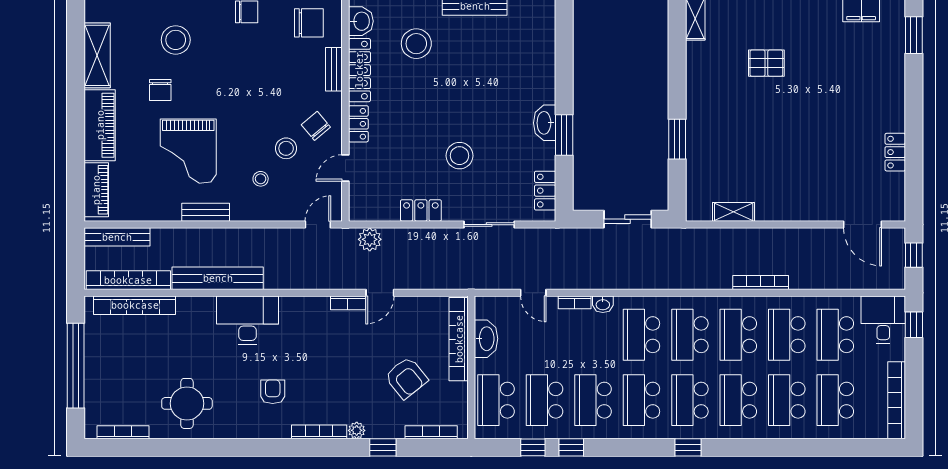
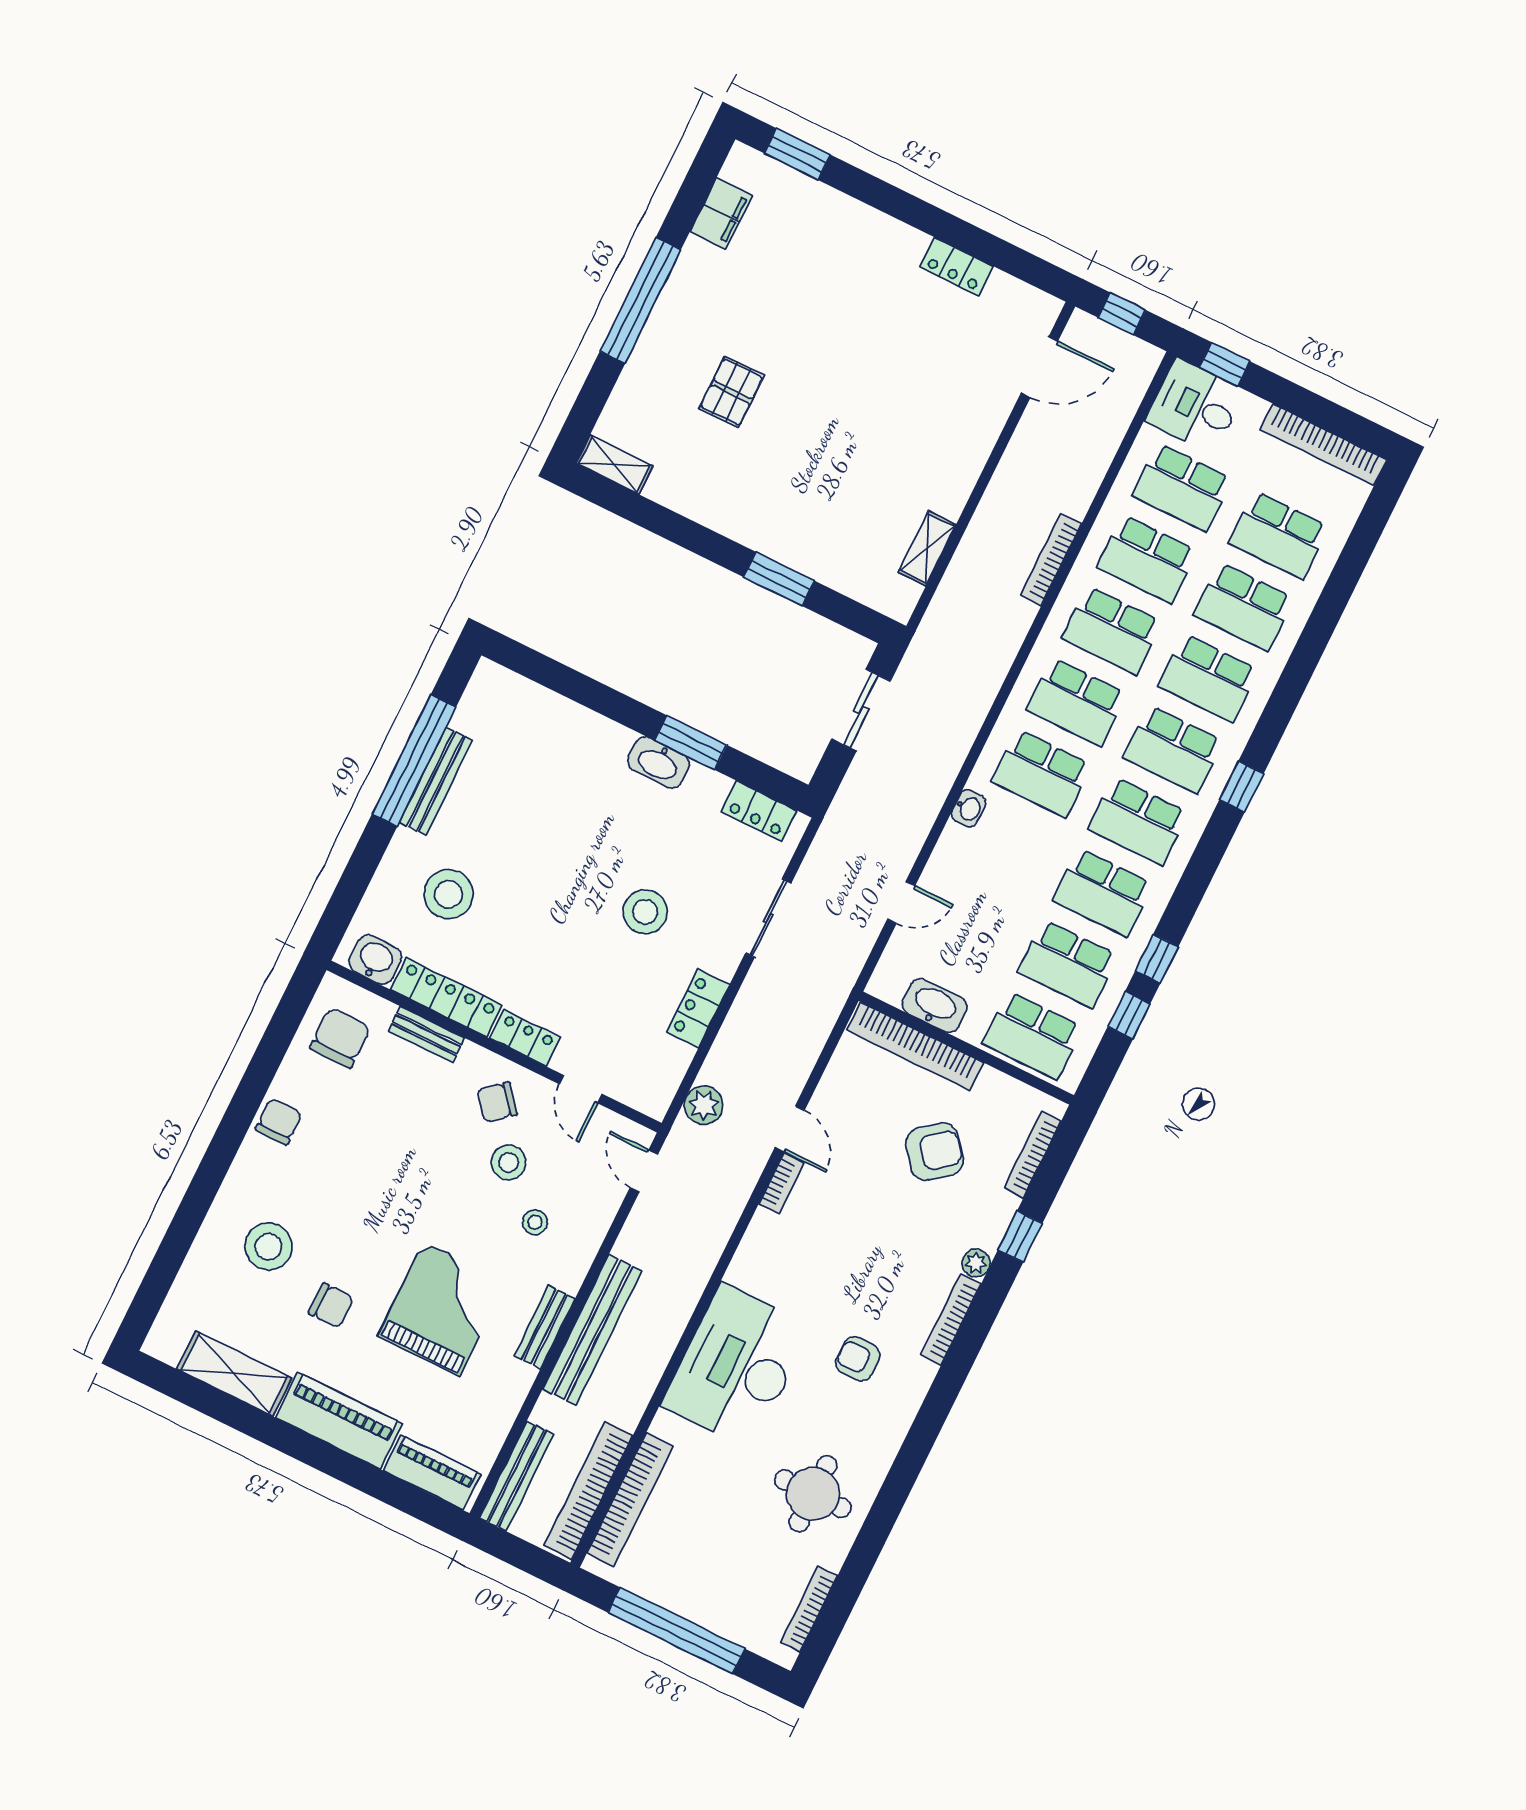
grand piano: (188, 151) -> (442, 1309), turned -90
bench: (218, 278) -> (592, 1330), moved
bookcase: (575, 302) -> (945, 849), removed
desk: (247, 320) -> (737, 1366), width x1.36, depth x1.30

